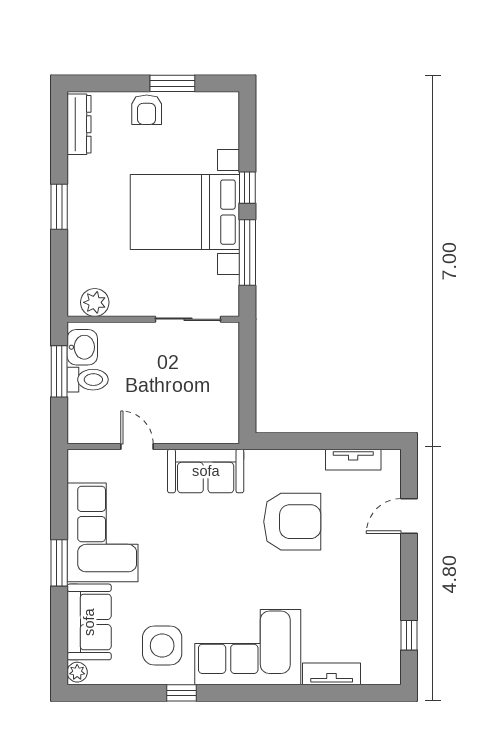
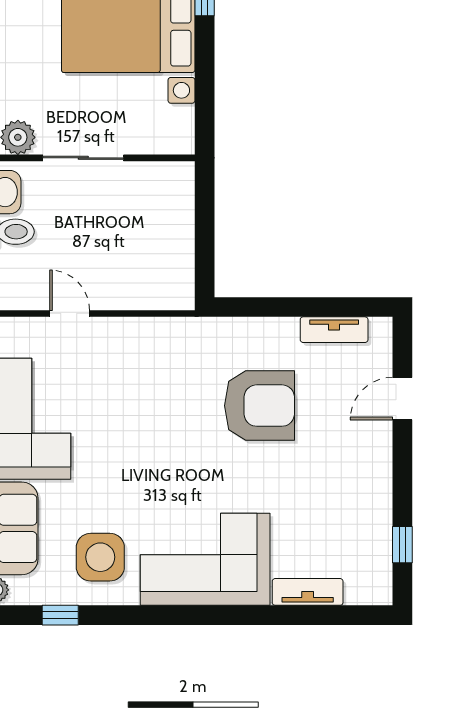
window: (247, 253) -> (205, 76), removed
sliding door: (188, 319) -> (83, 158), moved
sofa: (206, 471) -> (154, 344), removed
window: (182, 693) -> (60, 615), moved

